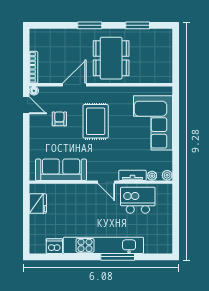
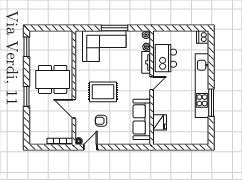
window: (138, 25) -> (27, 47), moved
window: (176, 136) -> (114, 28), added
fridge: (38, 204) -> (160, 122), moved, turned 90
dishwasher: (54, 246) -> (203, 37), moved
window: (118, 257) -> (211, 103), moved

